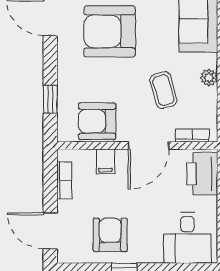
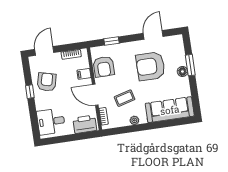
armchair: (110, 31) -> (150, 66), turned -90
armchair: (97, 121) -> (104, 67), turned 180
armchair: (110, 235) -> (47, 82), turned -76

